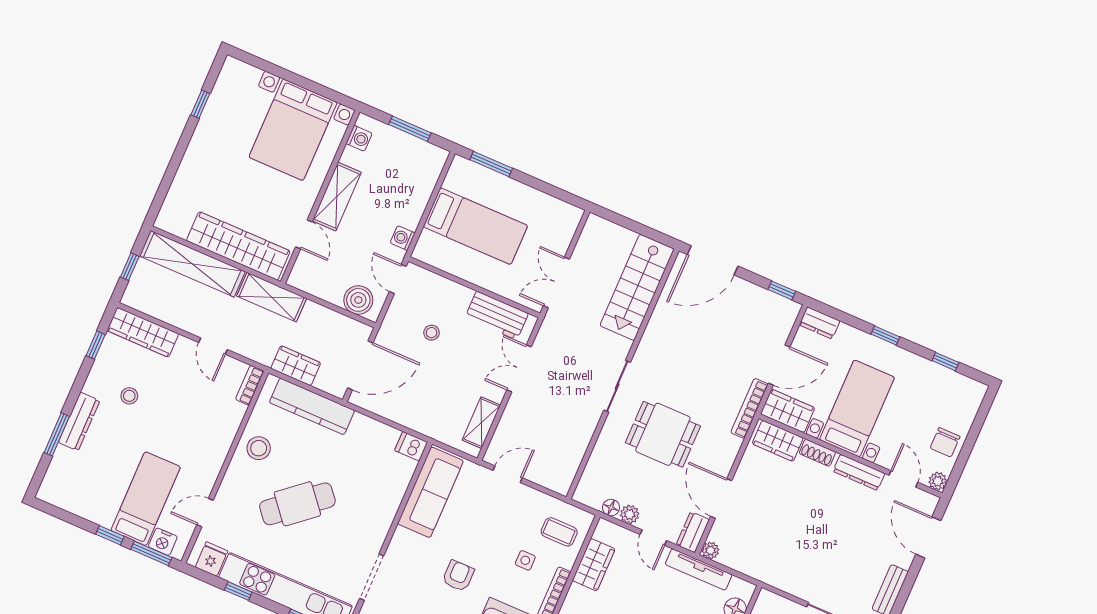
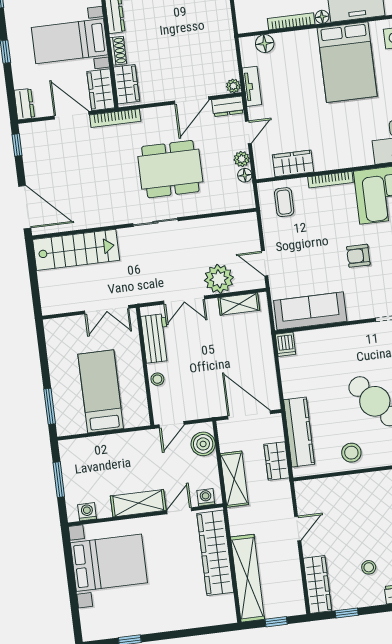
washing machine: (403, 238) -> (206, 497), moved, turned 180
shelving: (272, 297) -> (234, 479), moved
stool: (432, 333) -> (157, 379), moved
bookcase: (250, 385) -> (310, 486), removed
plant: (520, 417) -> (219, 279), added
dining table: (663, 434) -> (170, 169), width x1.38
side table: (525, 560) -> (319, 214), removed
tv unit: (699, 569) -> (252, 86), width x0.71

